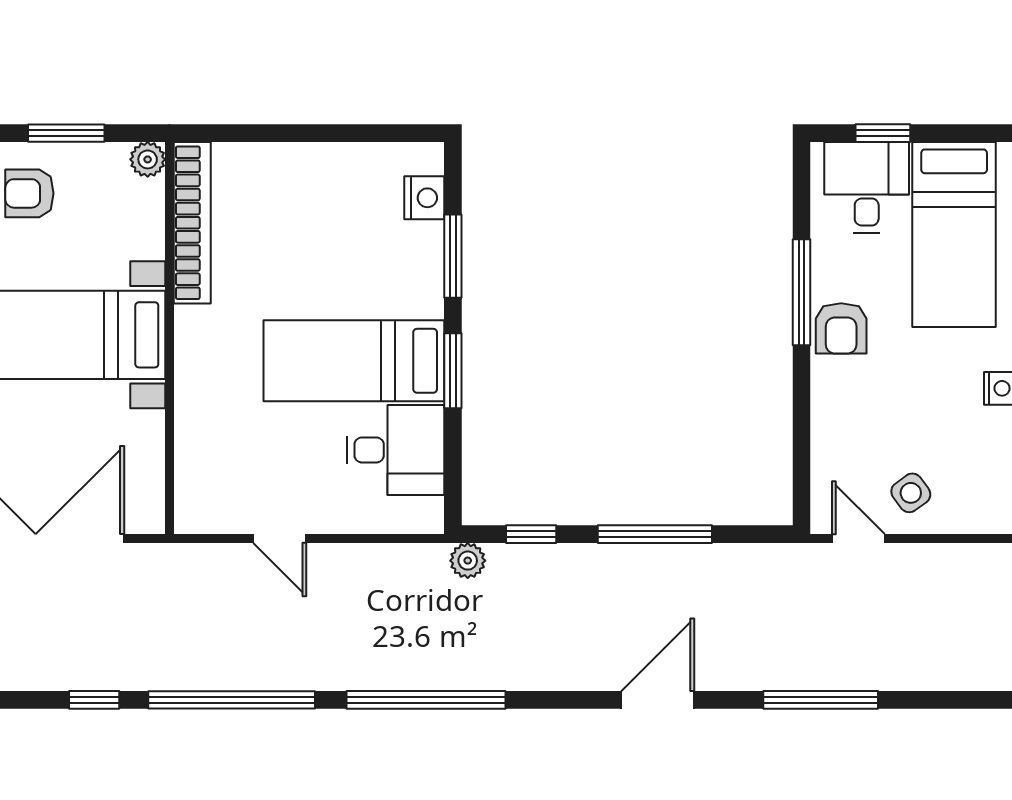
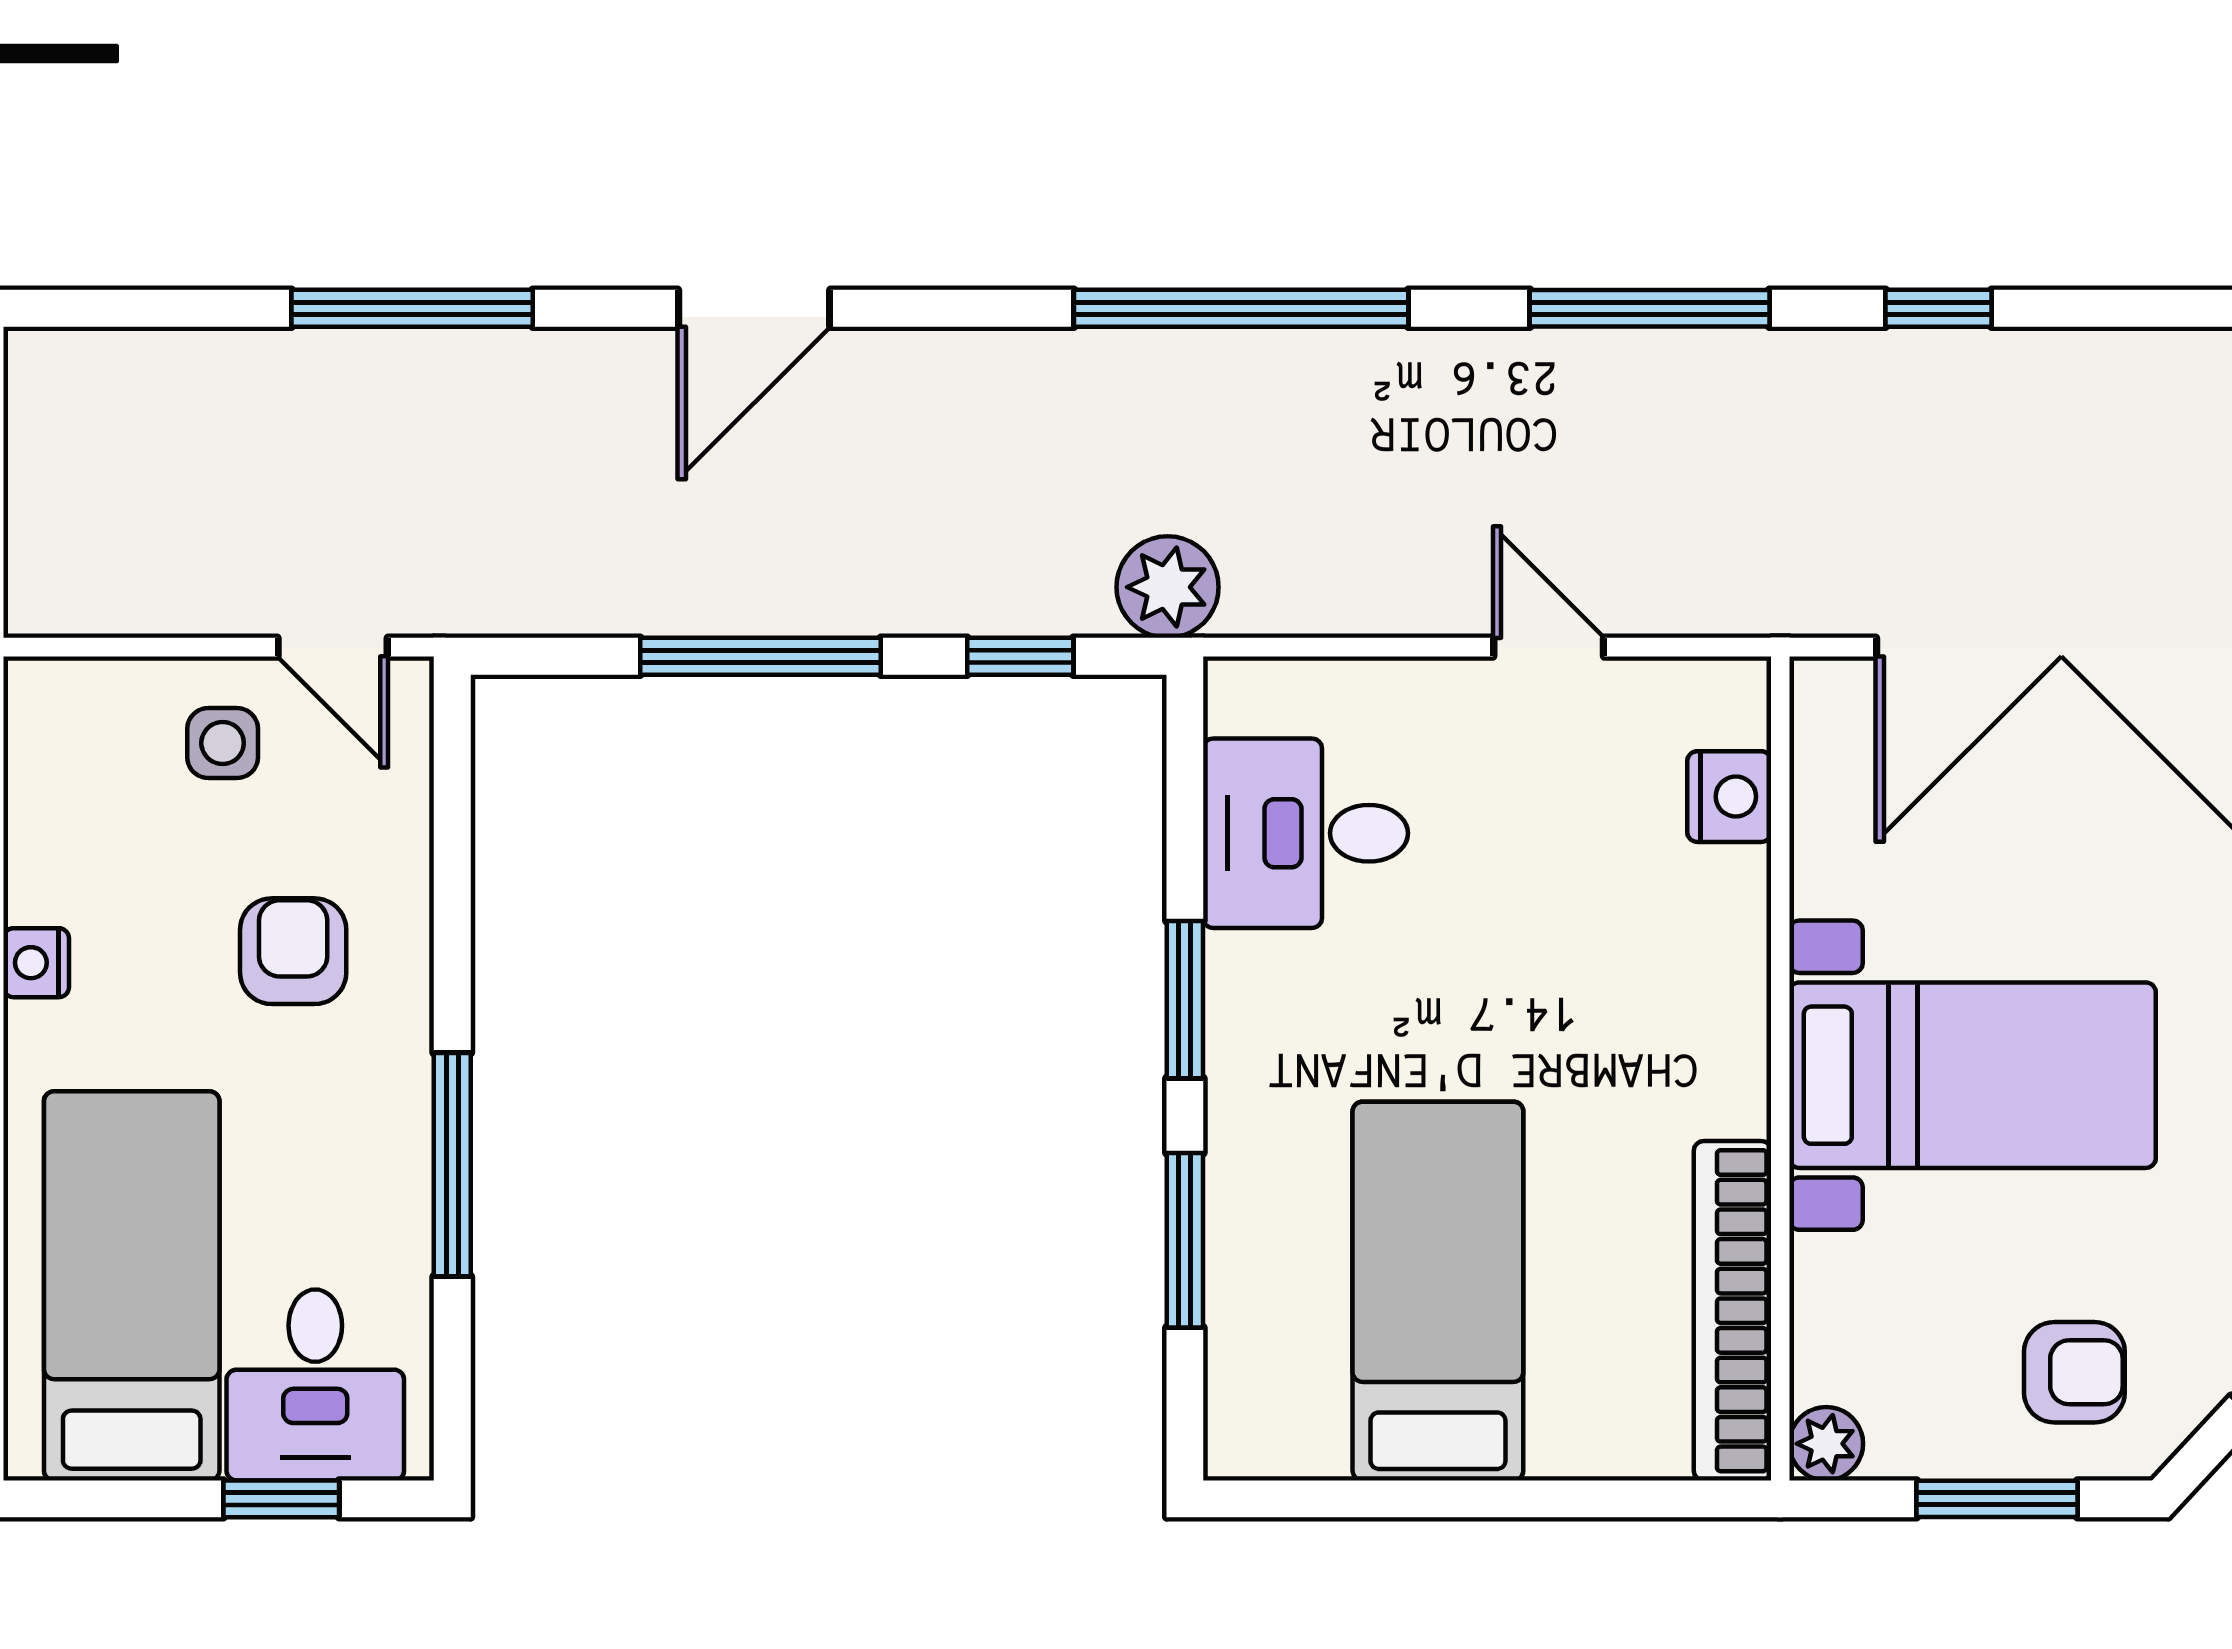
nightstand: (424, 198) -> (1729, 797), moved, turned 180
armchair: (841, 328) -> (293, 951), moved
bed: (354, 361) -> (1438, 1291), moved, turned -90
side table: (911, 493) -> (223, 743), turned 36
plant: (468, 561) -> (1168, 587), width x1.38, depth x1.38
window: (232, 700) -> (1650, 308), width x0.68

